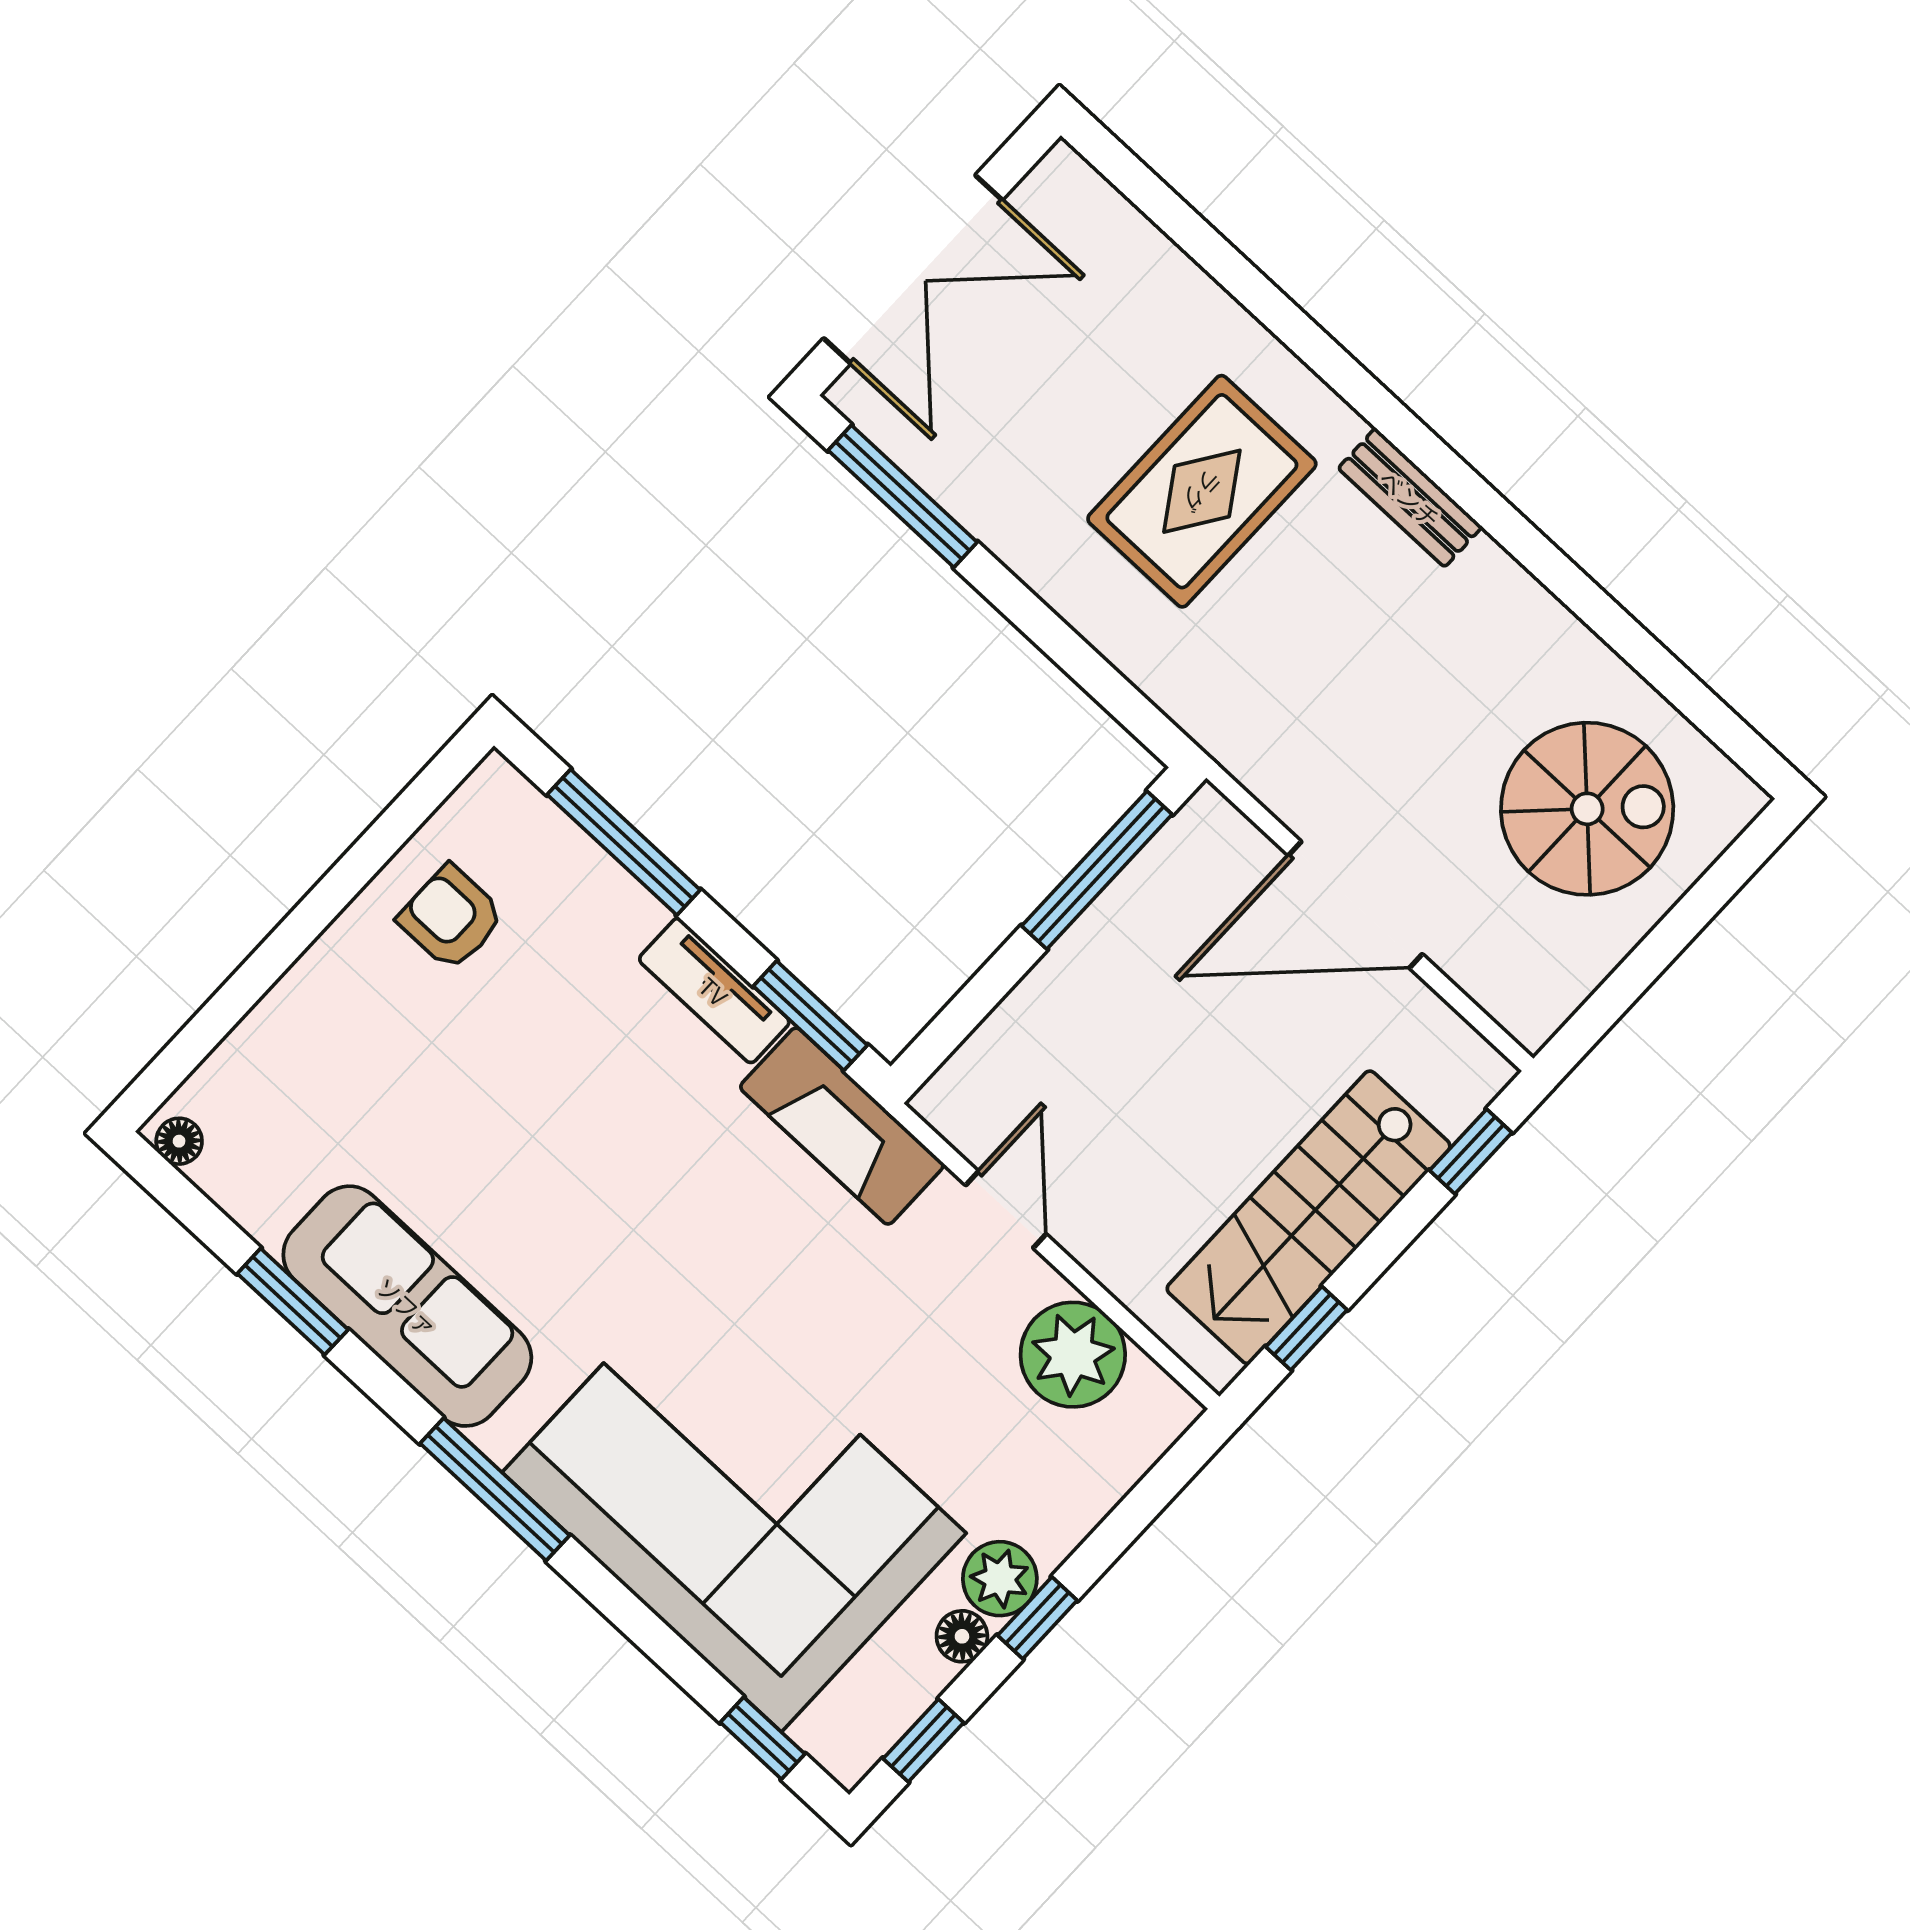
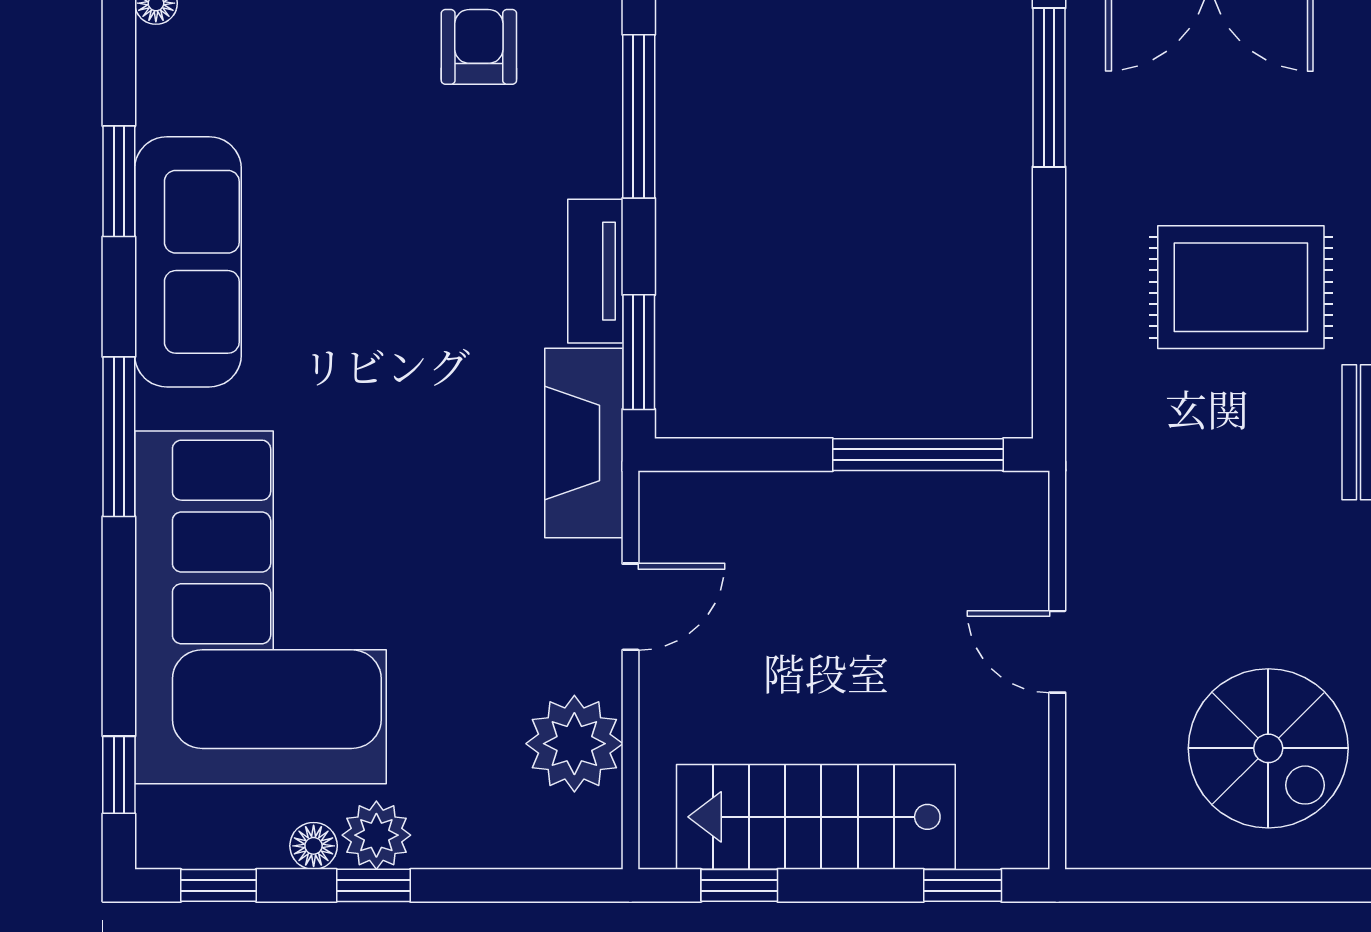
door: (1355, 905) -> (1057, 652), width x0.53

